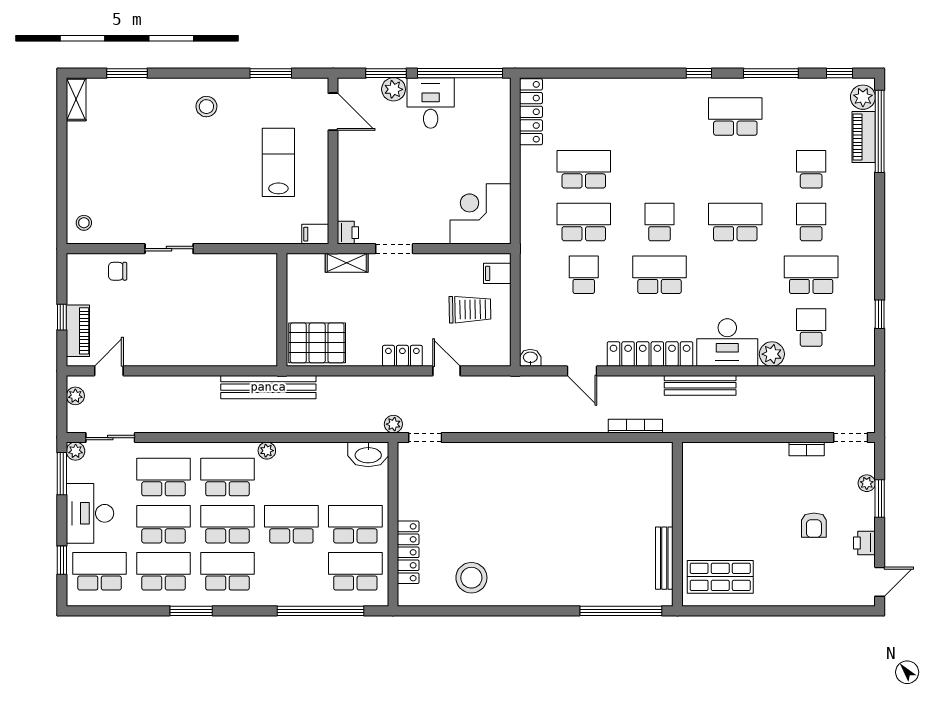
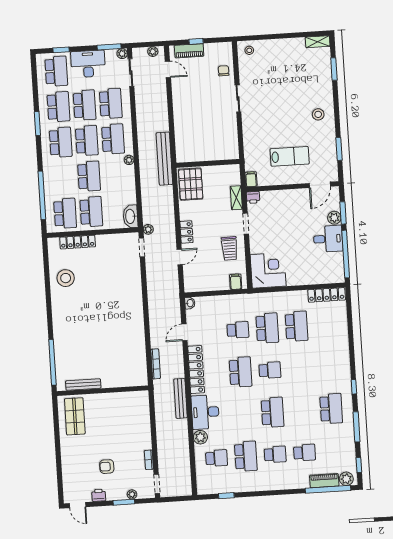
trolley: (470, 309) -> (229, 248), moved

